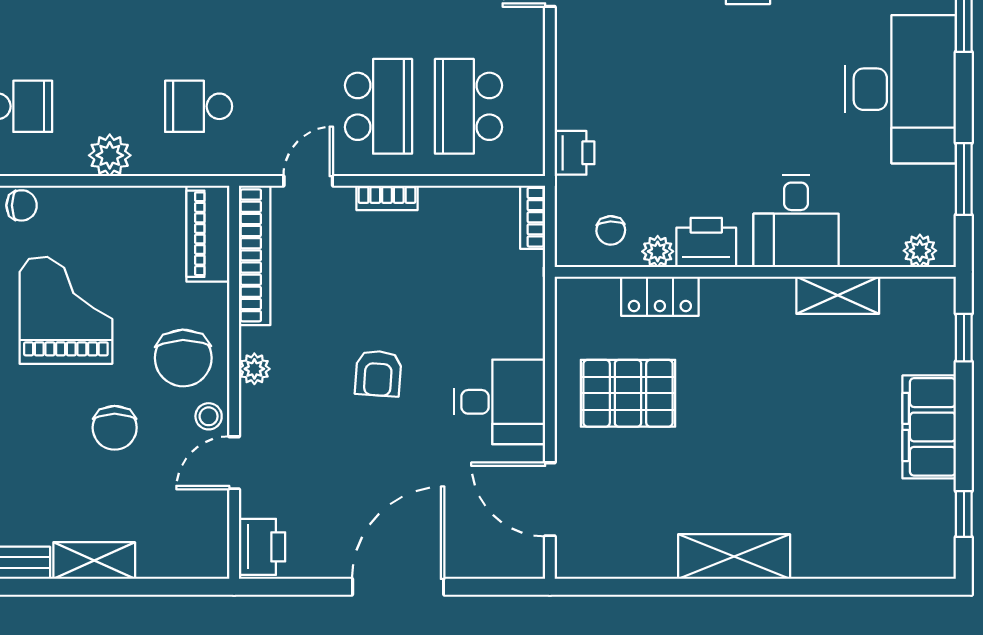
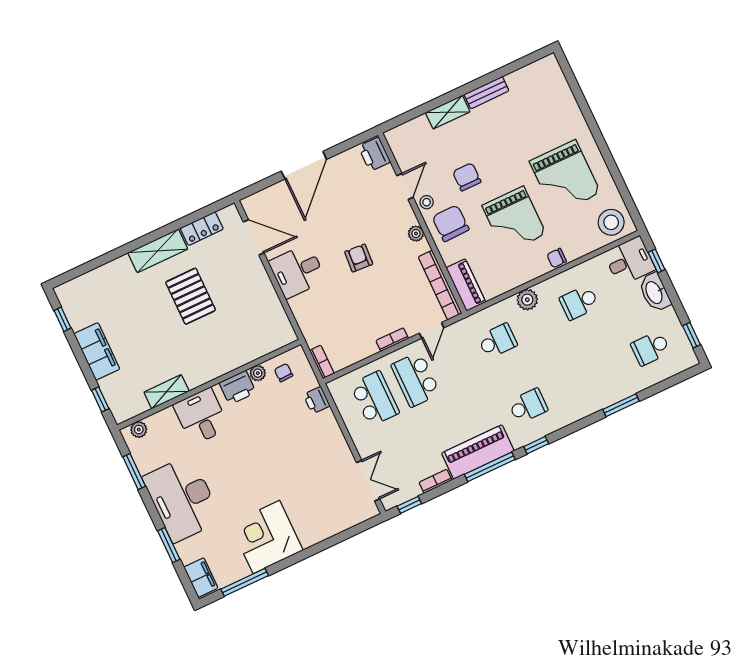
locker: (660, 296) -> (202, 229), moved, turned 180
pallet: (628, 393) -> (191, 296), moved, turned 90

